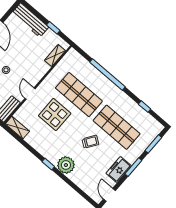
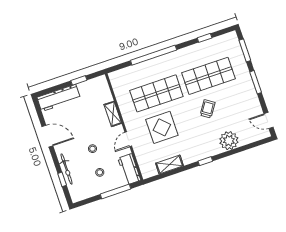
shelving: (55, 56) -> (113, 114), moved
door: (30, 94) -> (128, 139), hinge flipped
shelving: (17, 128) -> (169, 165), moved
plant: (66, 165) -> (229, 141), moved
freezer: (119, 170) -> (250, 98), removed

